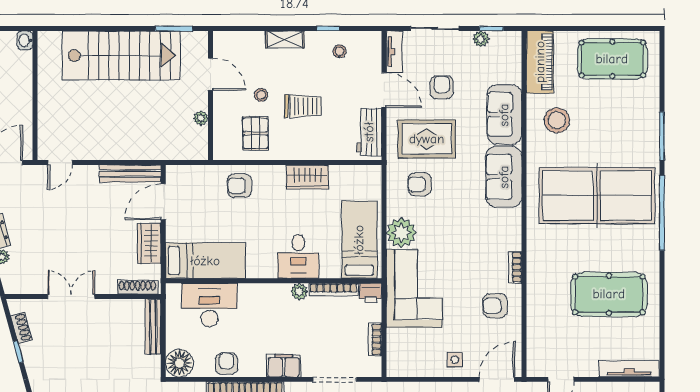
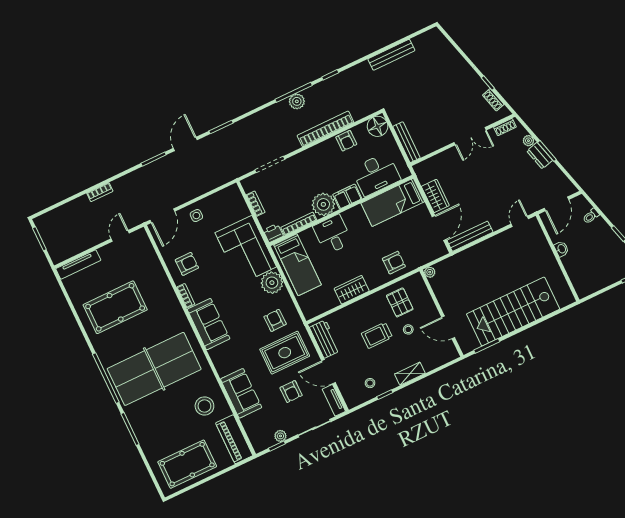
washbasin: (25, 40) -> (561, 249), moved
plant: (201, 118) -> (430, 272), moved
sofa: (504, 177) -> (209, 324), moved
armchair: (420, 184) -> (275, 320), turned -91
shoe rack: (137, 287) -> (505, 127), moved, width x0.70
plant: (299, 291) -> (323, 204), width x1.88, depth x1.88
filing cabinet: (284, 366) -> (347, 197), moved, turned 180

